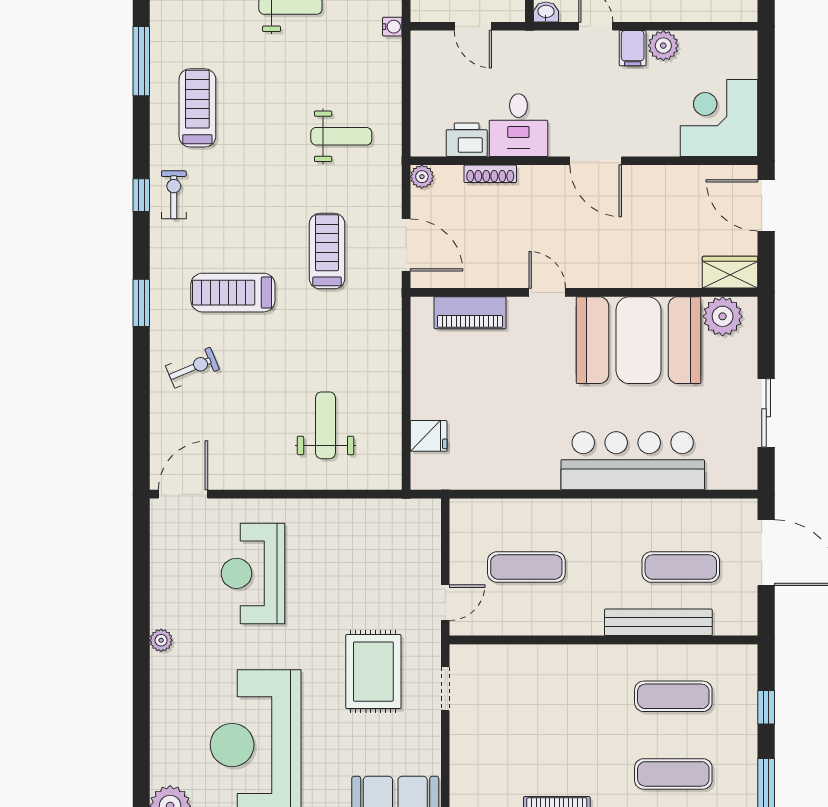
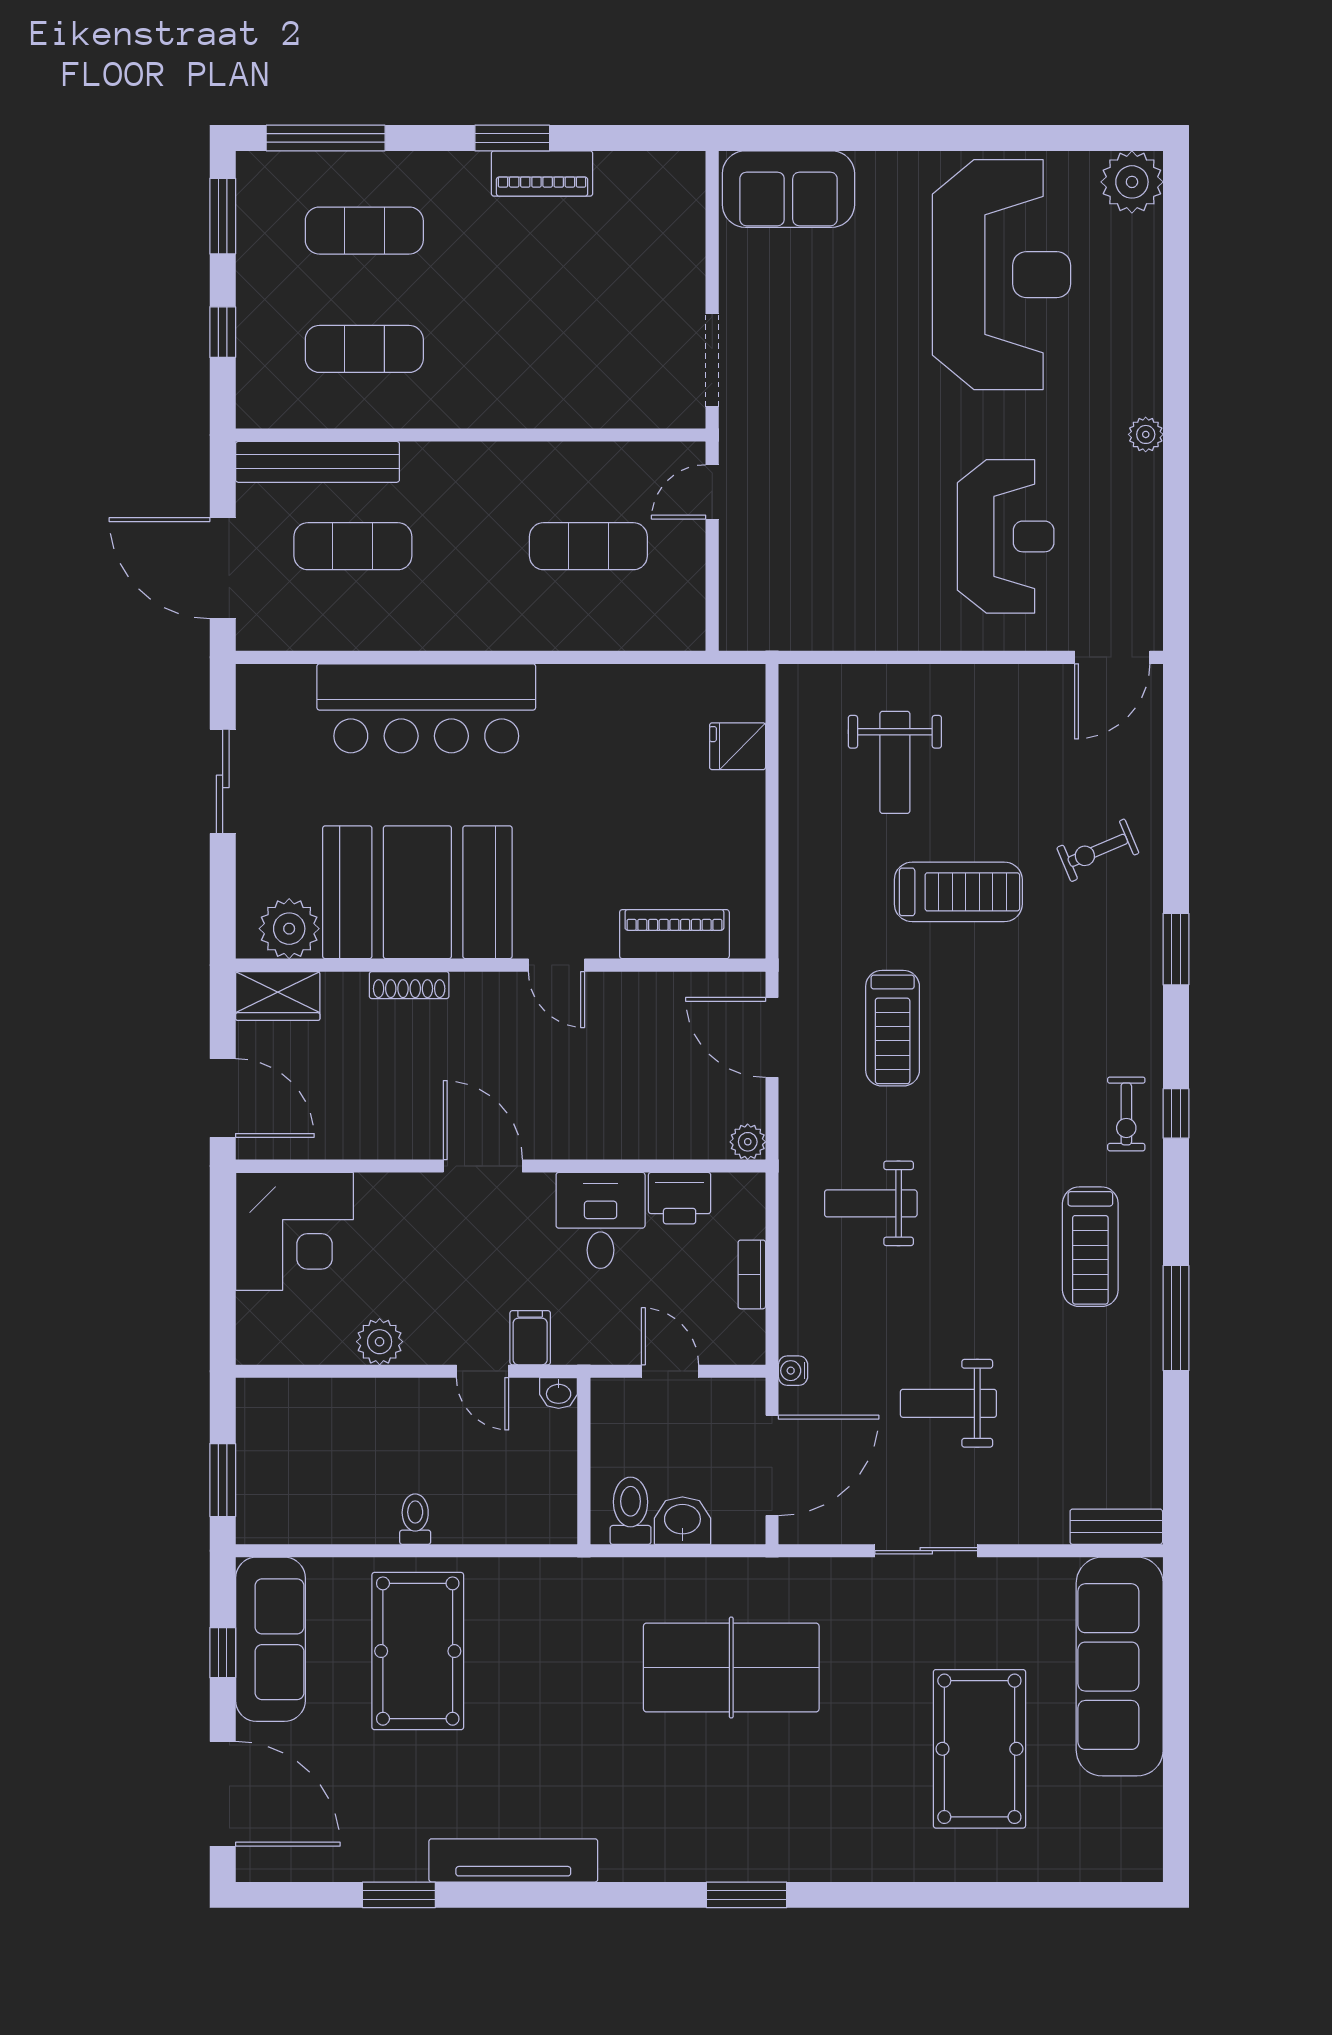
filing cabinet: (633, 48) -> (530, 1338), moved
bookcase: (419, 90) -> (752, 1274), added
shoe rack: (490, 174) -> (409, 985), moved, turned 180
treadmill: (233, 293) -> (958, 892), moved
bench: (658, 622) -> (317, 462), moved
rug: (373, 672) -> (822, 387), removed
doorway: (445, 689) -> (712, 360), width x1.38

